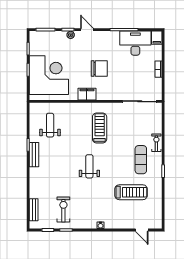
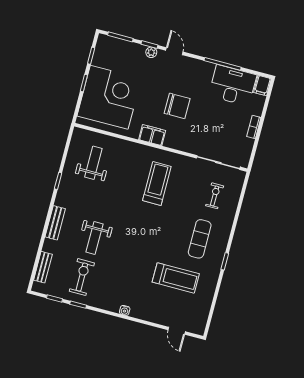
exercise bike: (156, 143) -> (215, 196), moved
bench: (34, 155) -> (55, 223), moved
weight bench: (89, 166) -> (95, 238), moved, turned 180

